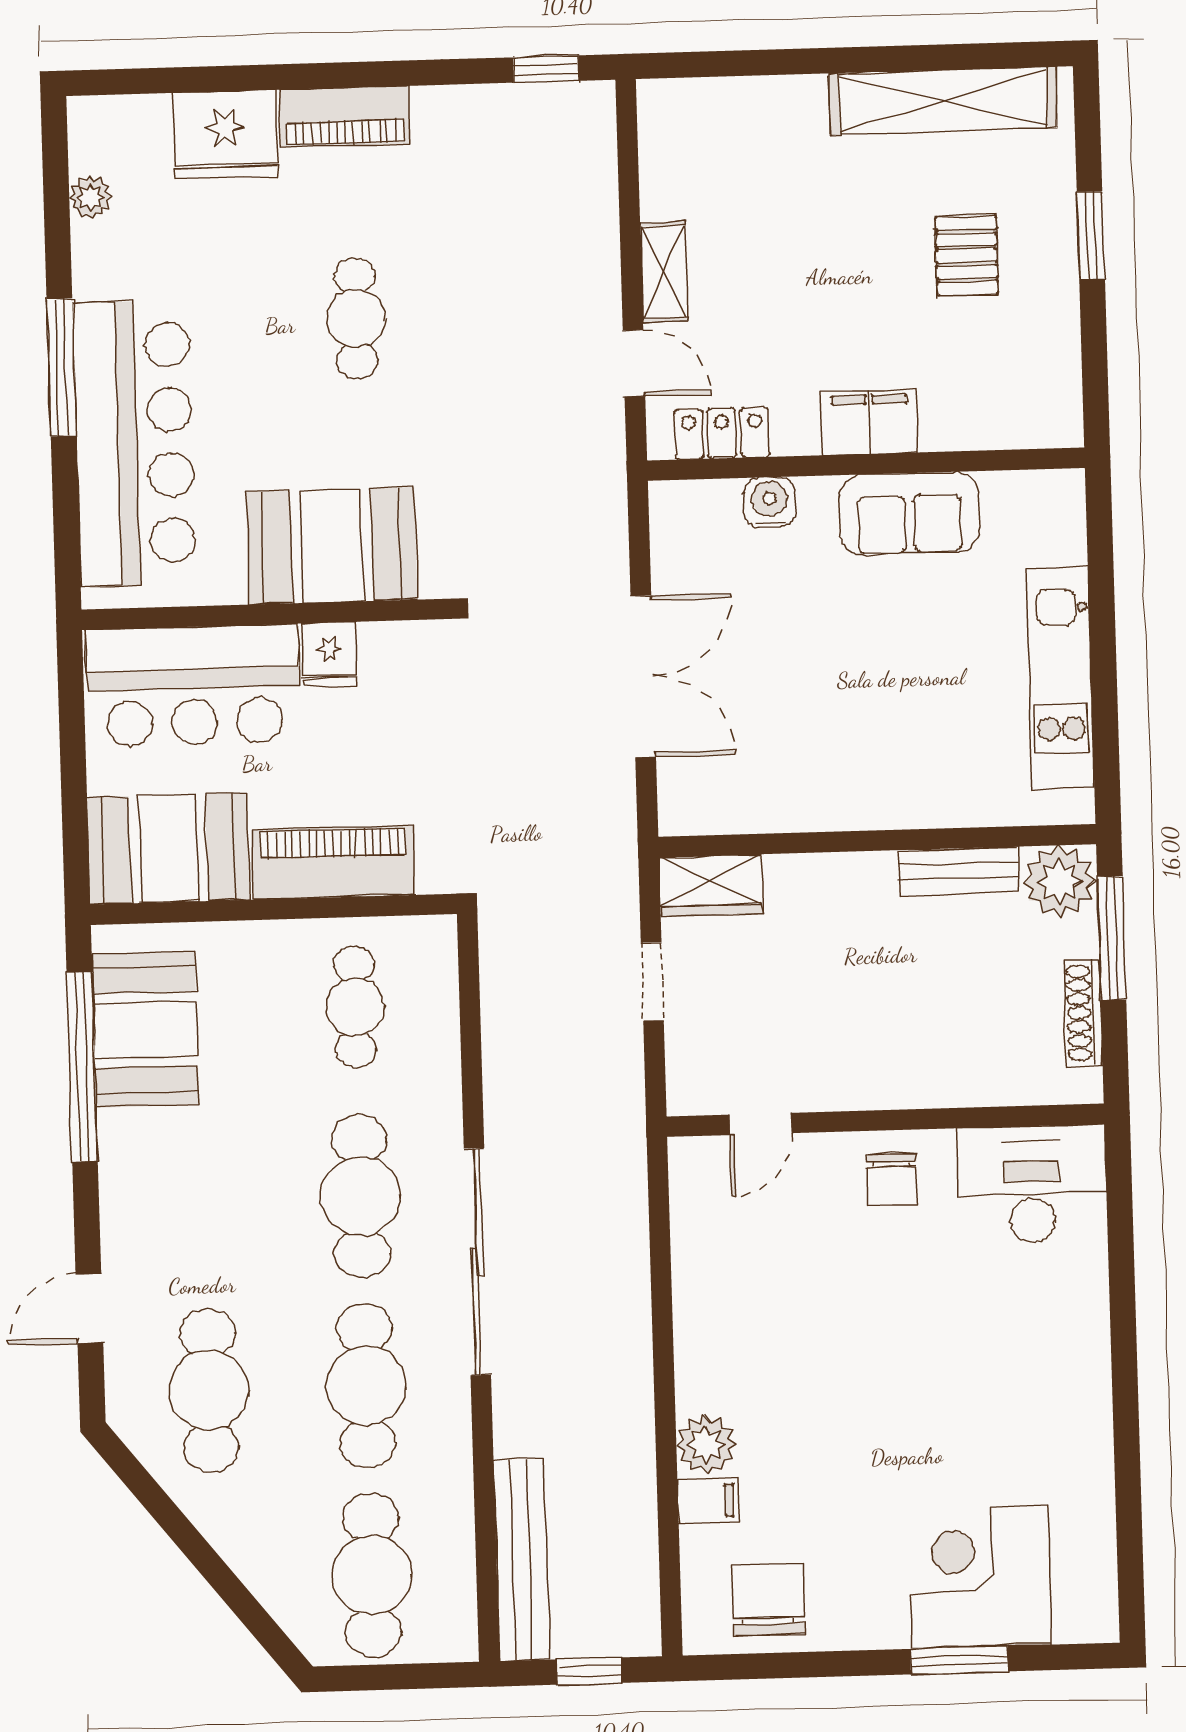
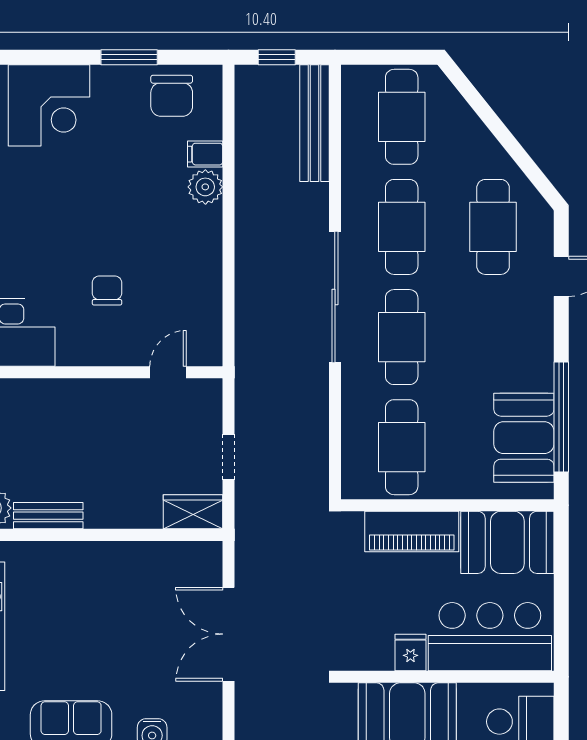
cafe table: (355, 1007) -> (402, 447), width x1.37, depth x1.35
chair: (892, 1179) -> (107, 291), moved
window: (959, 1660) -> (129, 57), moved

